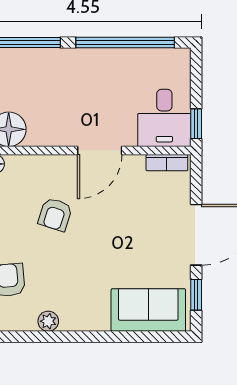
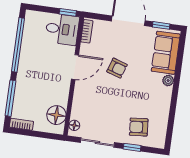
door: (100, 151) -> (75, 67), hinge flipped
armchair: (55, 214) -> (117, 68), moved
plant: (48, 321) -> (168, 81), moved

